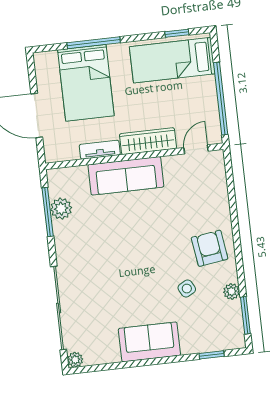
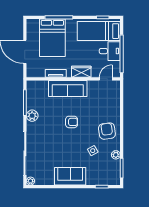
desk: (198, 96) -> (110, 51), added
wardrobe: (148, 141) -> (81, 72), width x0.67
plant: (61, 209) -> (32, 116), moved
armchair: (140, 239) -> (72, 122), added

